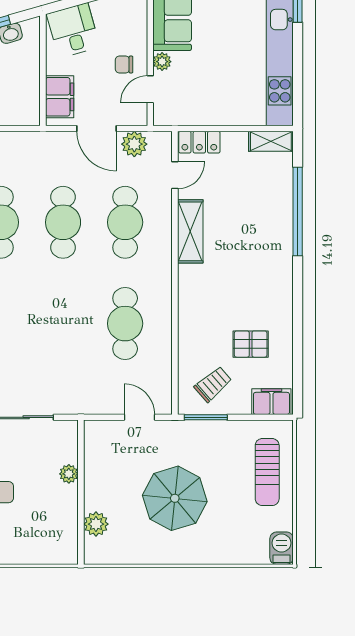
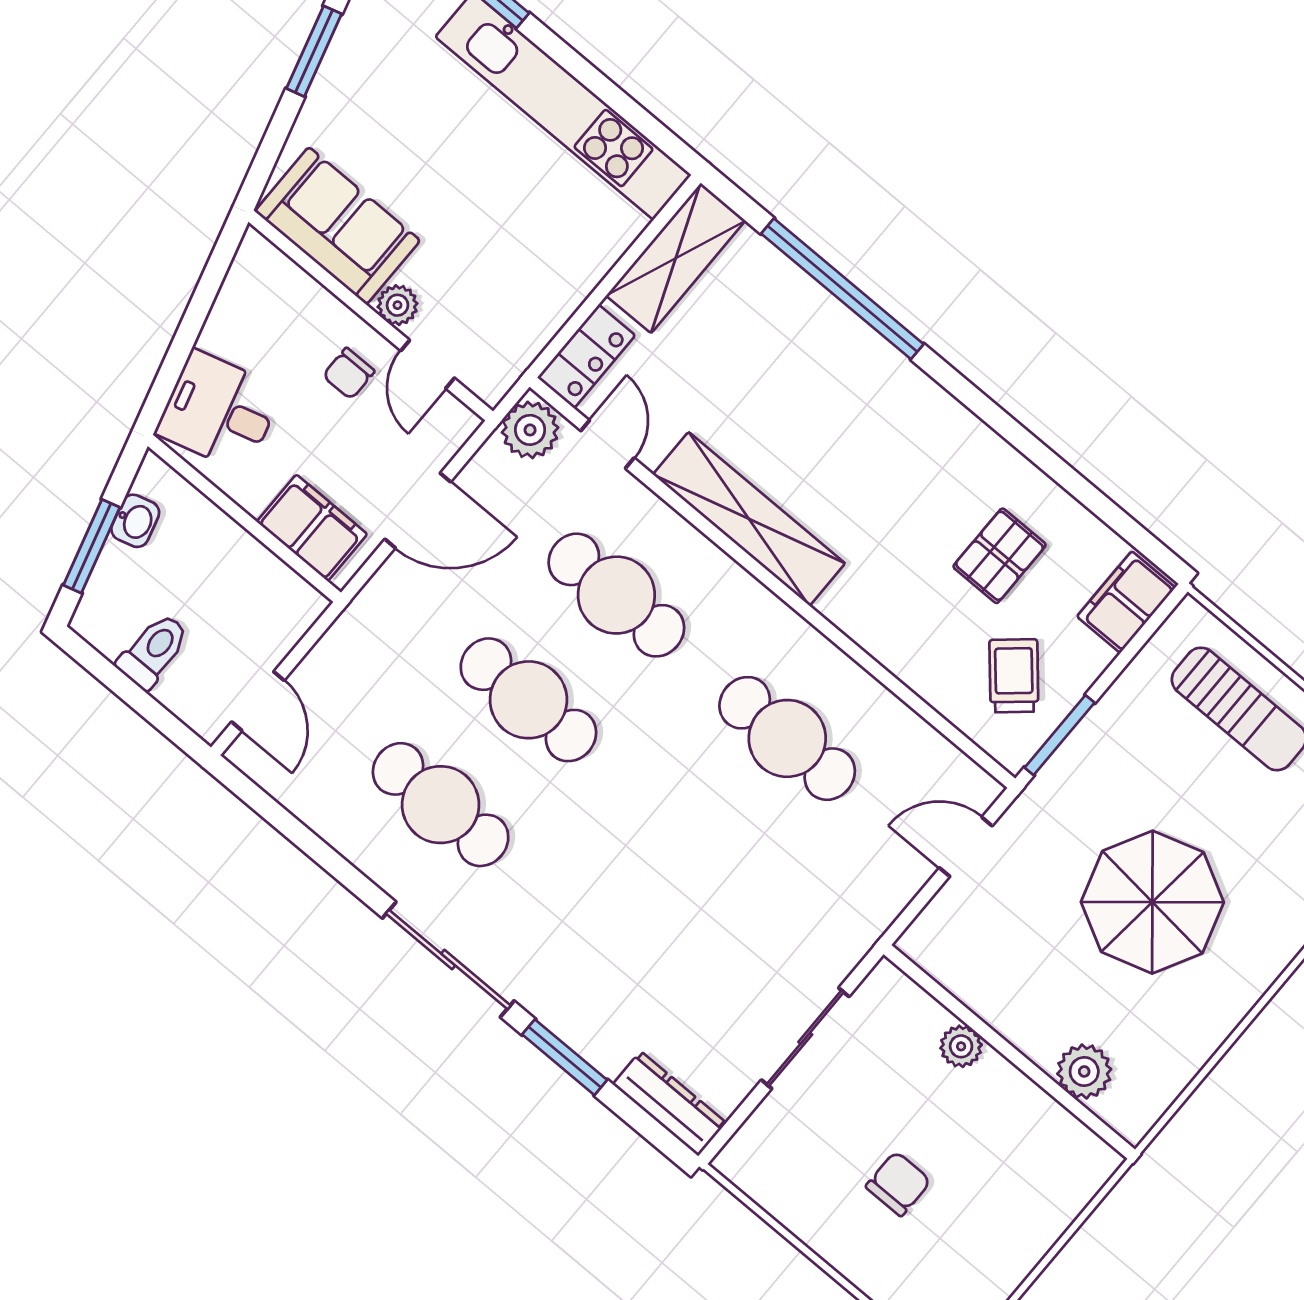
shelving: (271, 141) -> (676, 258), width x1.50, depth x1.33
plant: (134, 144) -> (530, 430), moved
shelving: (190, 231) -> (749, 519), width x1.47

